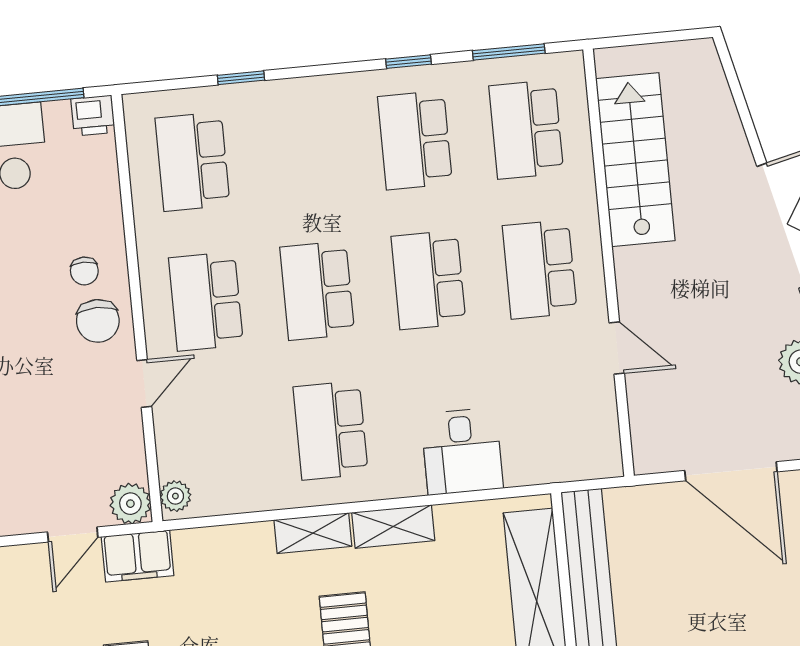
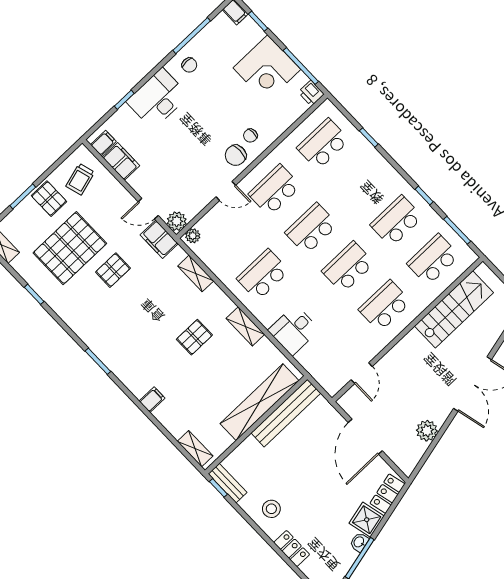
door: (617, 348) -> (362, 373), moved
shelving: (313, 533) -> (196, 273), moved

